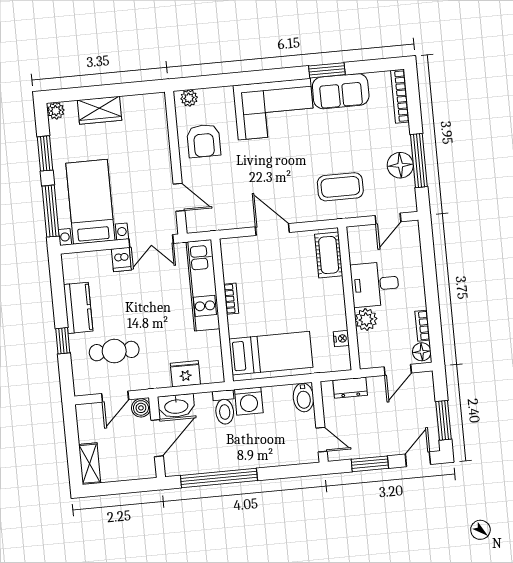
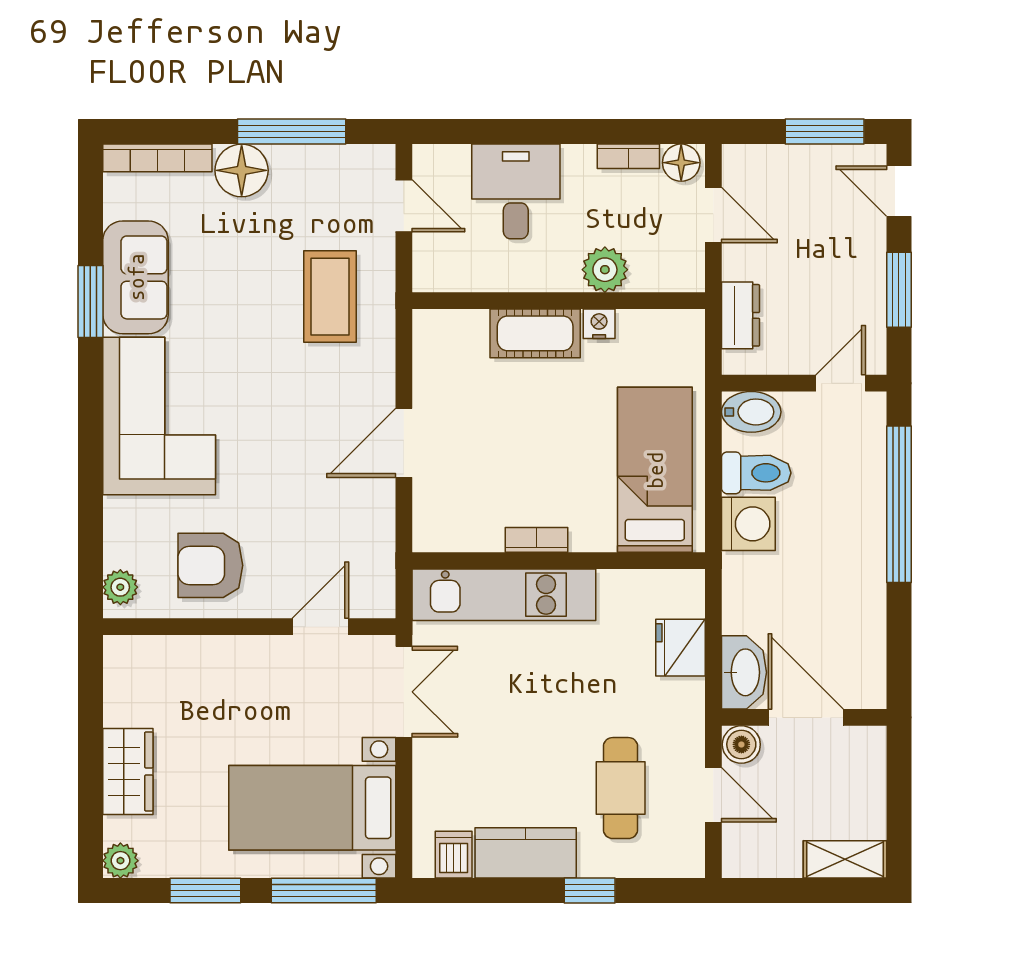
armchair: (204, 141) -> (210, 565), turned 180
floor lamp: (400, 165) -> (242, 170), moved
cot: (329, 255) -> (535, 333), moved
dishwasher: (121, 259) -> (454, 855), moved, turned -90
desk: (375, 284) -> (516, 191), moved, turned 180
nightstand: (341, 339) -> (599, 324), moved
toilet: (224, 407) -> (756, 473), moved
window: (219, 478) -> (899, 504), moved

